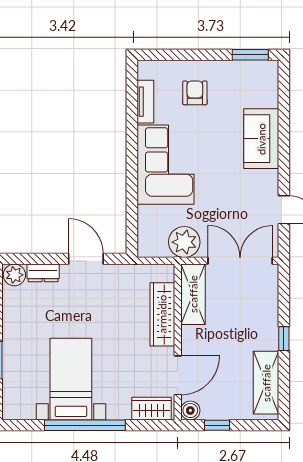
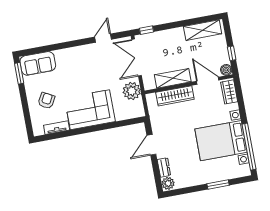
armchair: (195, 93) -> (46, 101), turned 119
sofa: (261, 139) -> (38, 63), moved
shelving: (193, 294) -> (173, 78), moved
window: (284, 339) -> (146, 30), moved
bed with nightstands: (71, 379) -> (221, 141), width x1.36
window: (85, 425) -> (249, 147), moved

